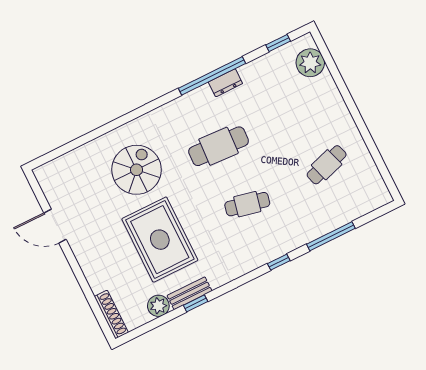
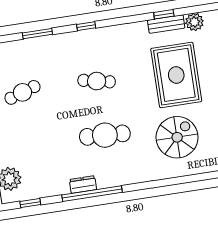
spiral stairs: (137, 170) -> (177, 137), turned 180
window: (331, 236) -> (37, 34), width x0.69

